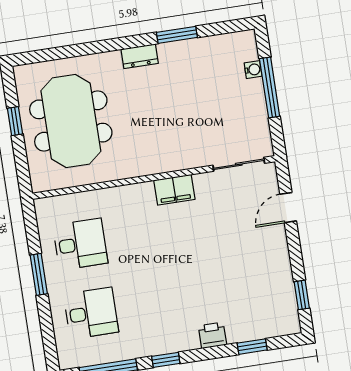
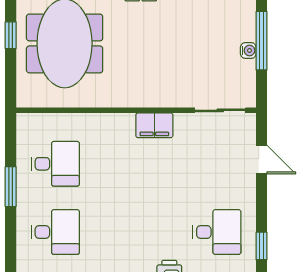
water cooler: (253, 70) -> (248, 51), moved
door: (288, 208) -> (262, 160), swing flipped
desk: (254, 288) -> (217, 232), added

